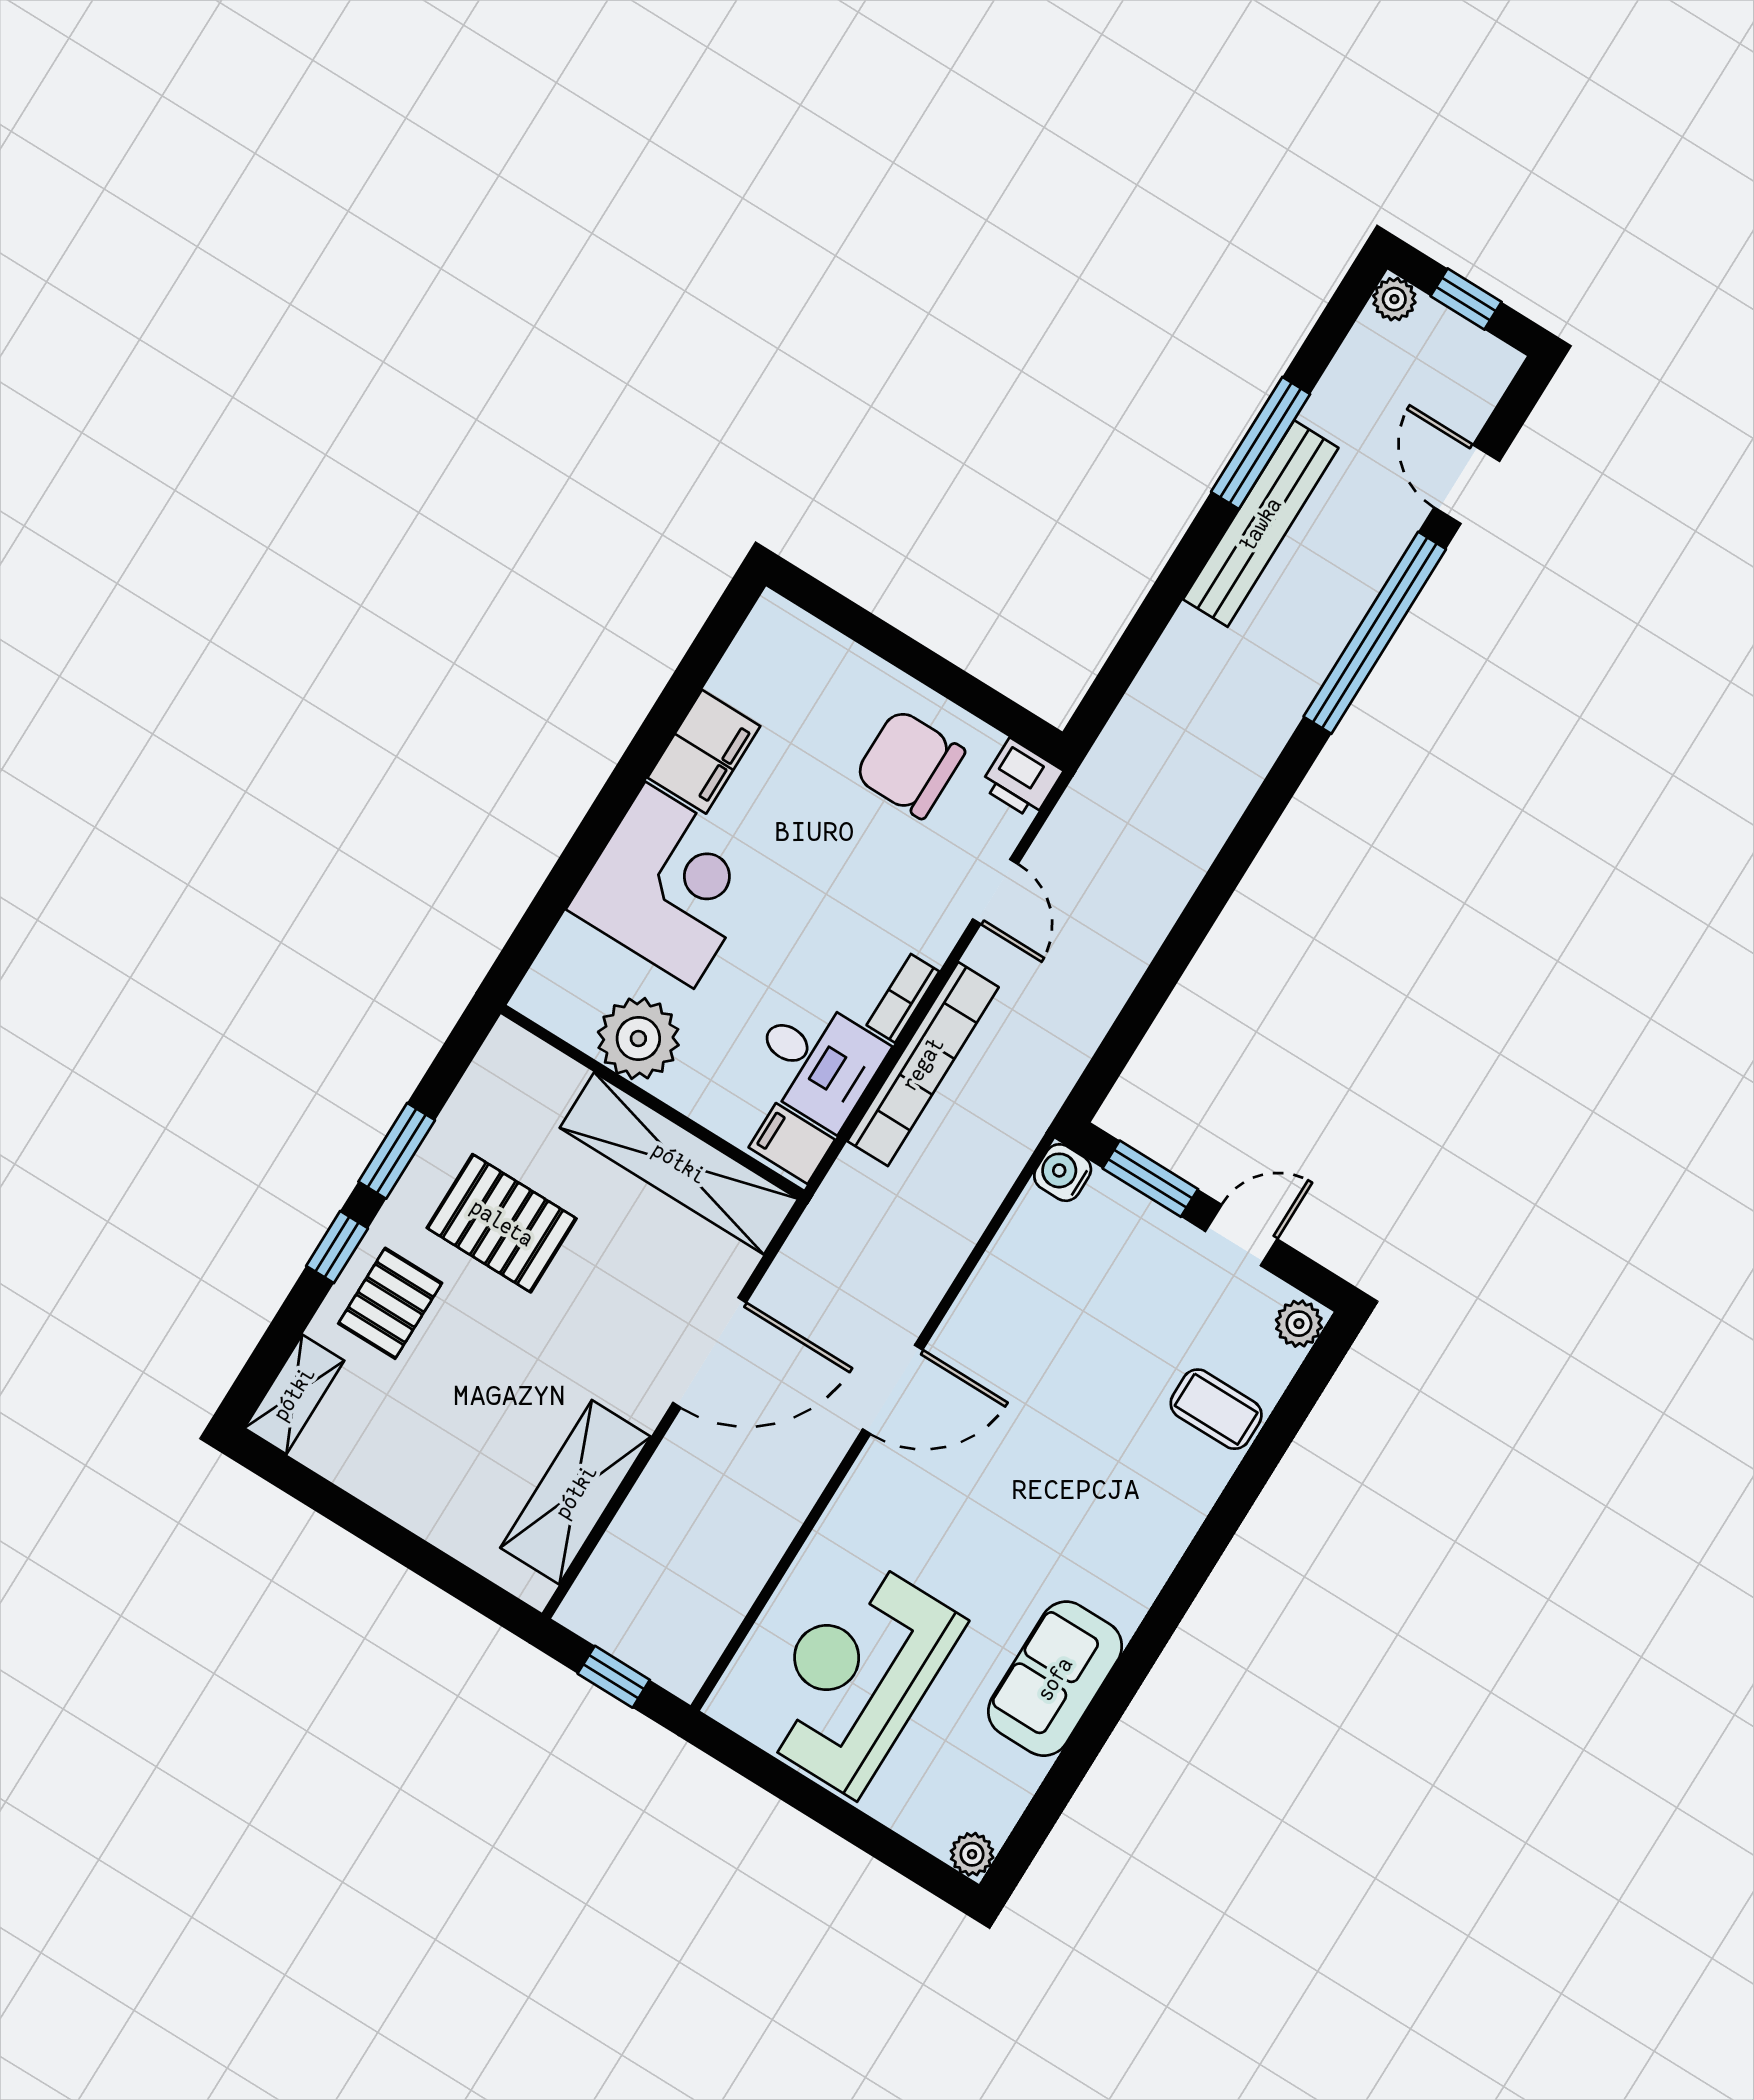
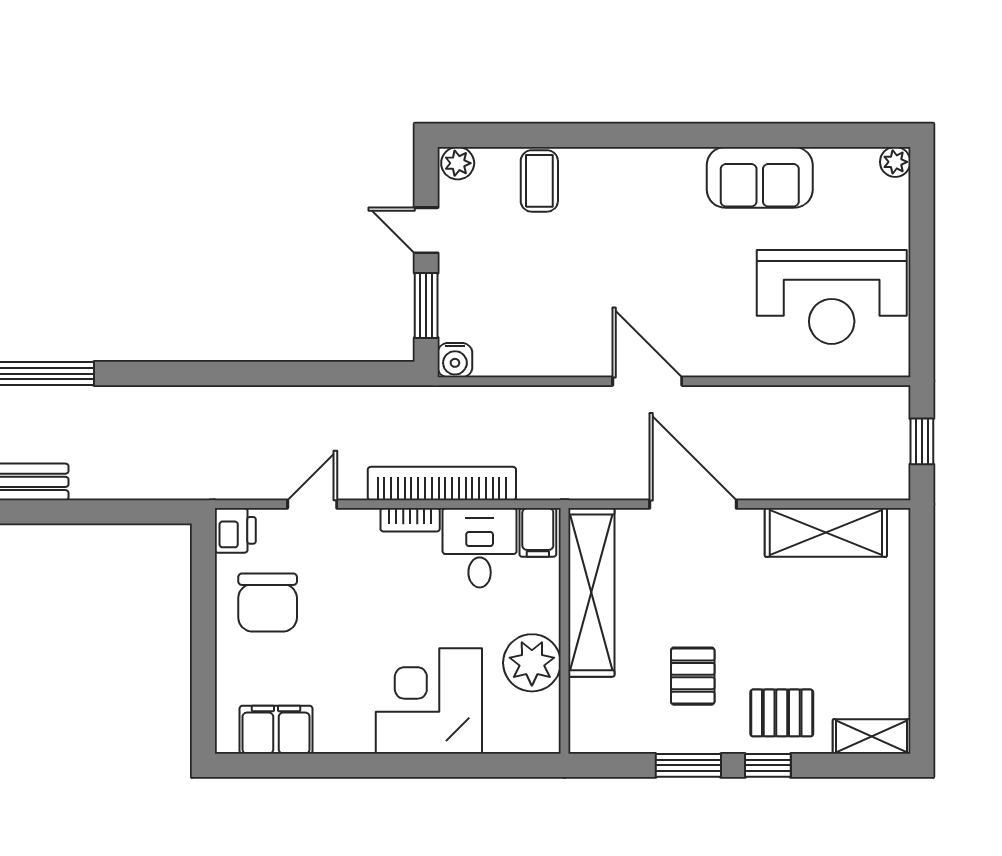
filing cabinet: (704, 752) -> (276, 730), moved
pallet: (502, 1223) -> (693, 676), width x0.67, depth x0.71

